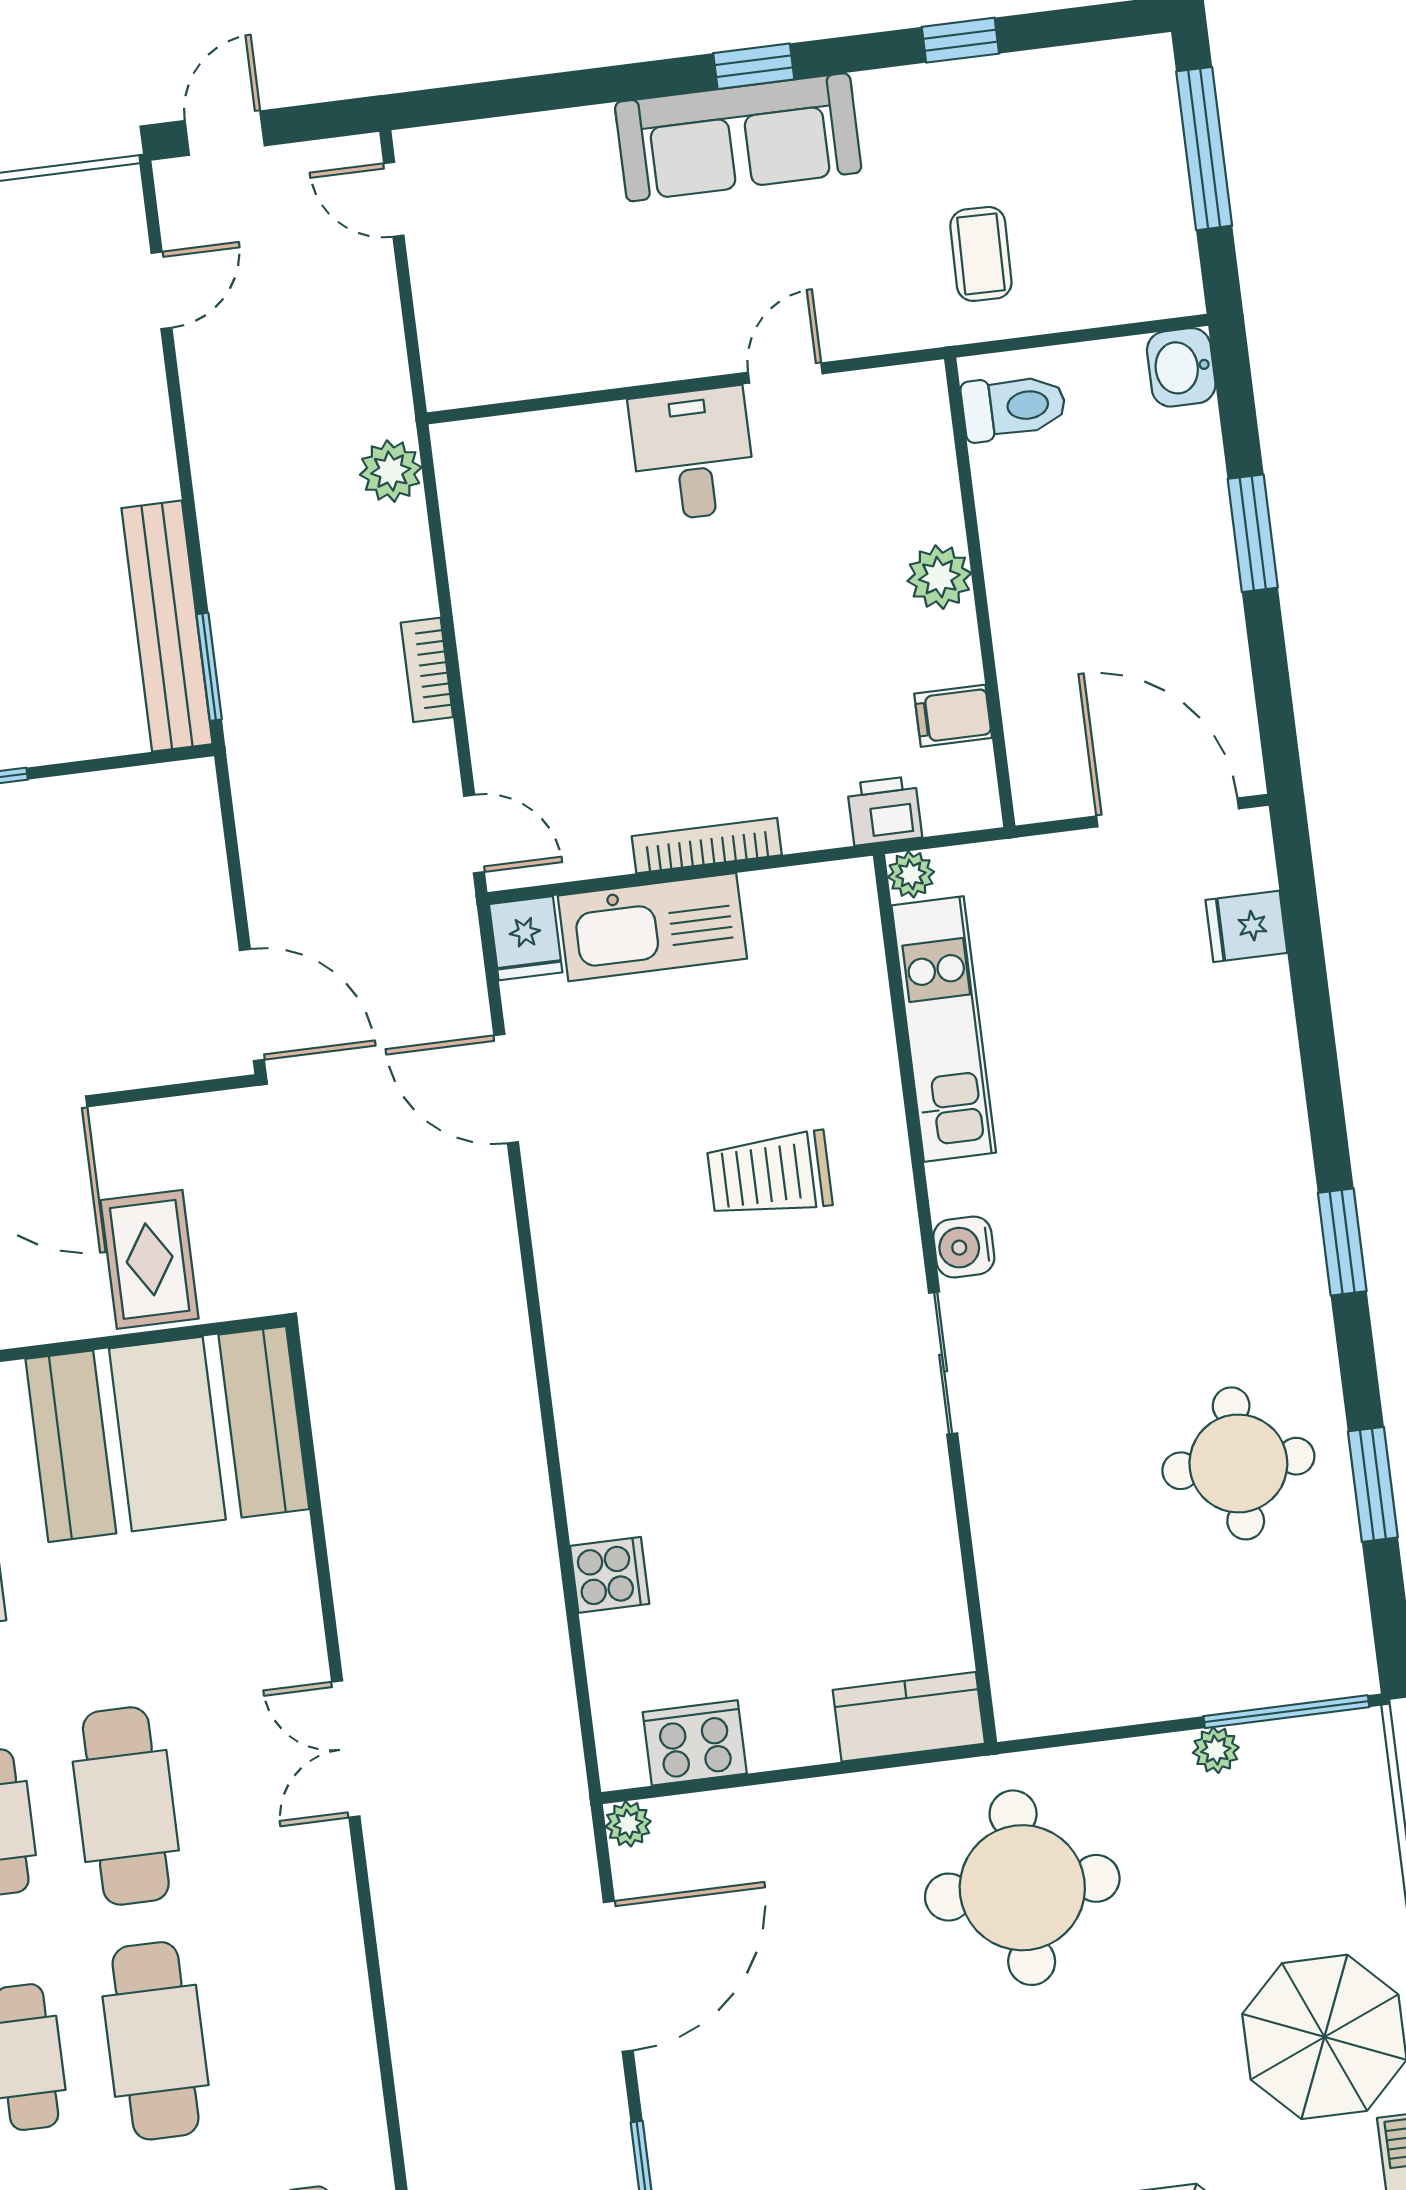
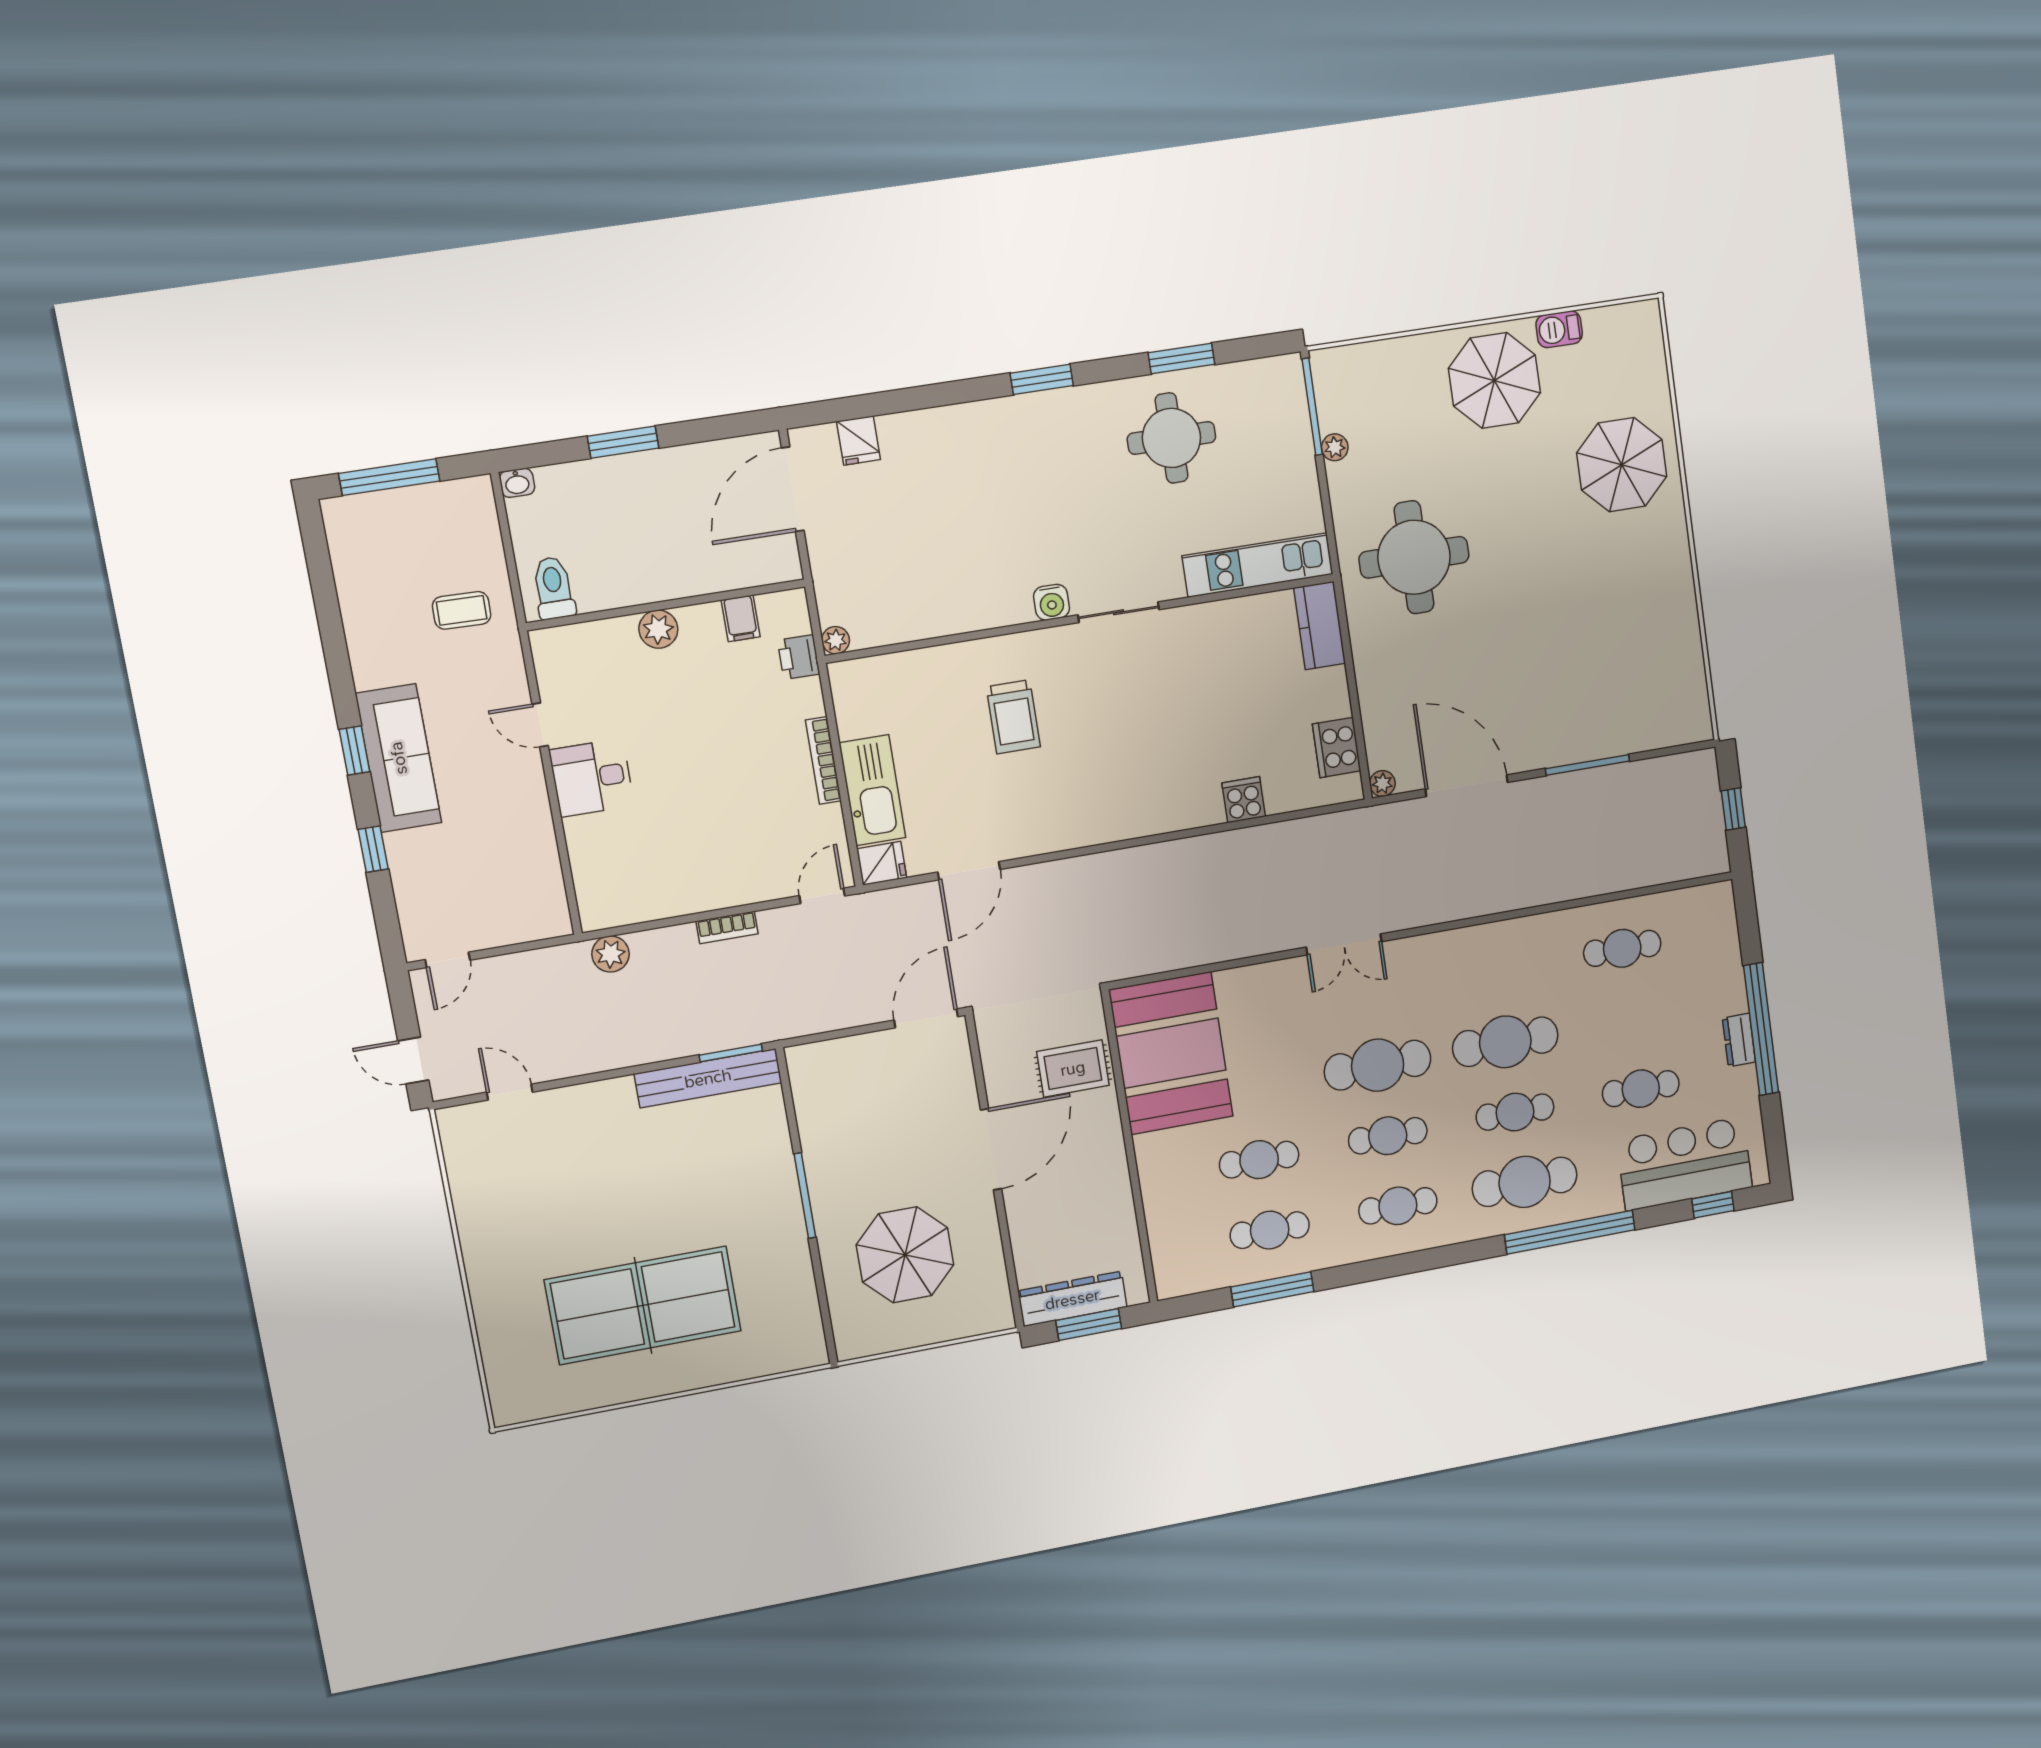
window: (960, 40) -> (373, 849), moved
washbasin: (1181, 367) -> (517, 483), width x0.72, depth x0.69
kitchen unit: (944, 1029) -> (1258, 565), moved

